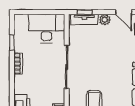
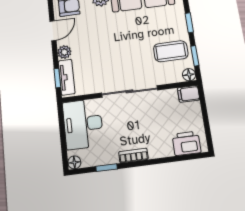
floor lamp: (19, 19) -> (74, 162), added

